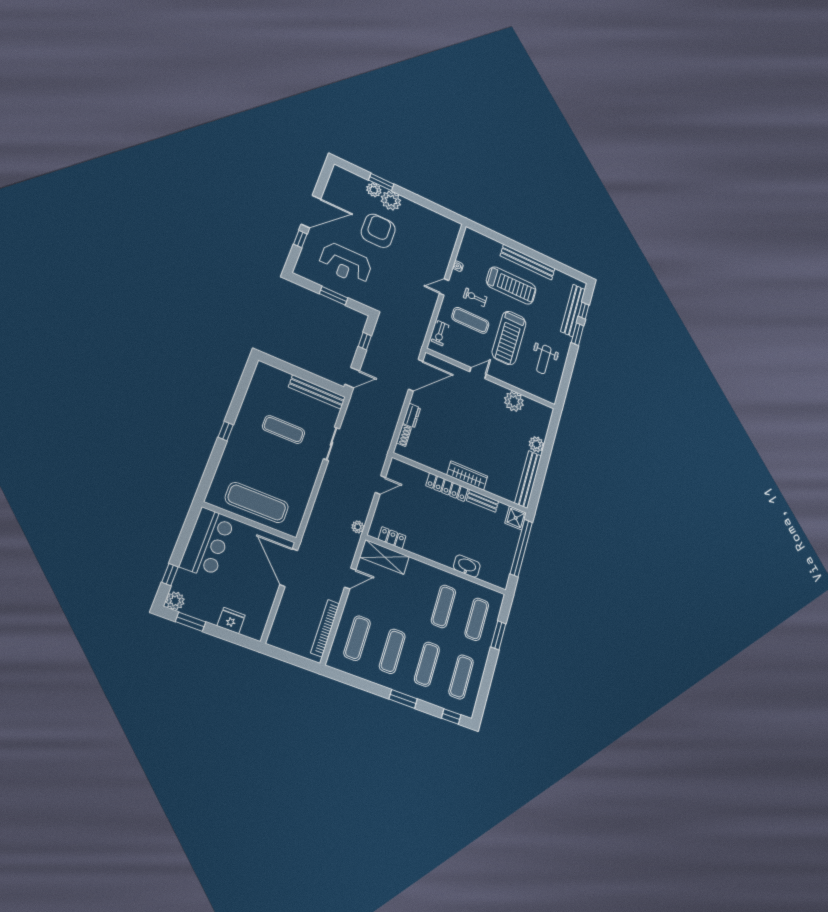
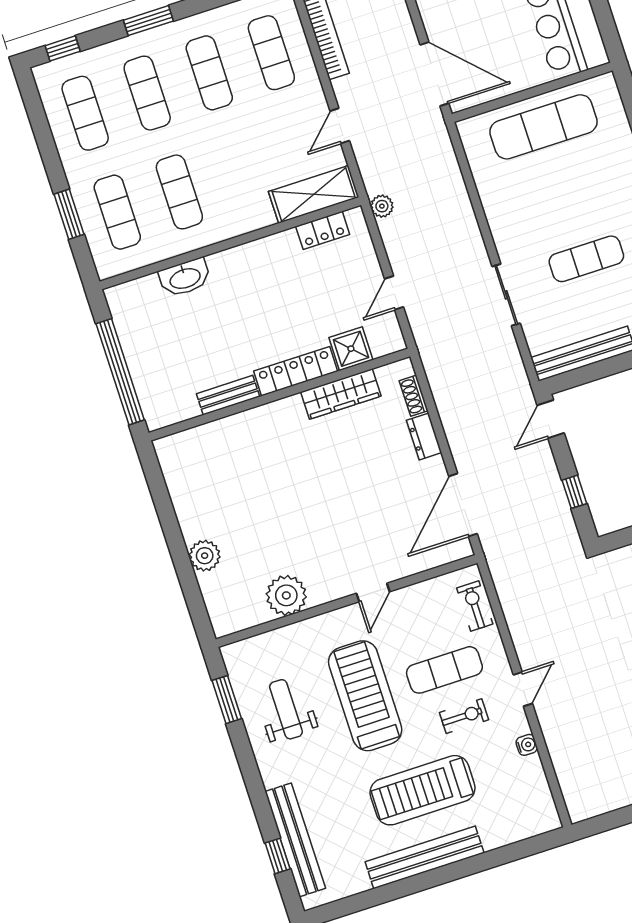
window: (577, 334) -> (227, 700), moved
wardrobe: (467, 476) -> (341, 394), moved
bench: (528, 479) -> (180, 488), removed
shower: (516, 518) -> (351, 349), moved

